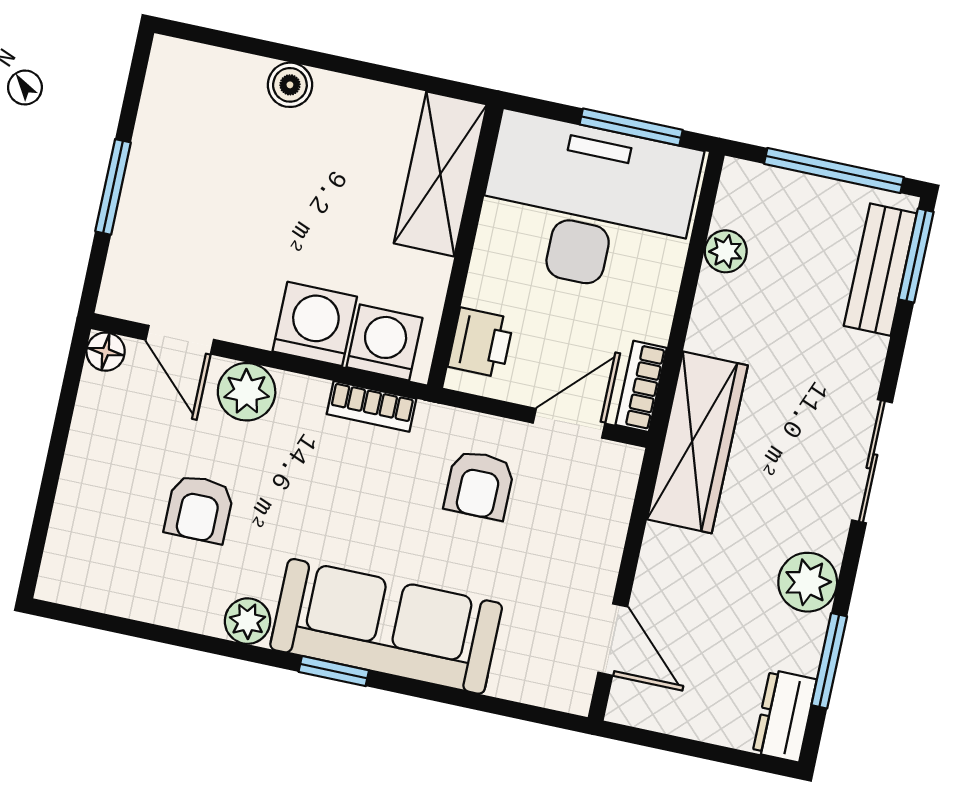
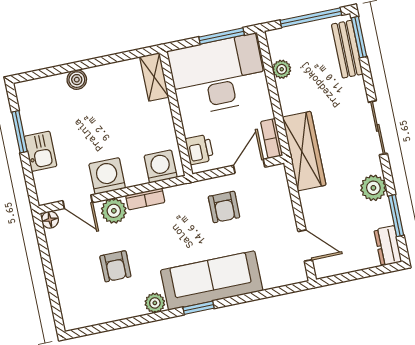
shelving: (440, 174) -> (154, 77), width x0.67, depth x0.75
window: (113, 187) -> (19, 132), moved
kitchen sink: (149, 201) -> (41, 151), added
washing machine: (315, 324) -> (107, 176), moved
bookcase: (371, 406) -> (145, 199), moved

